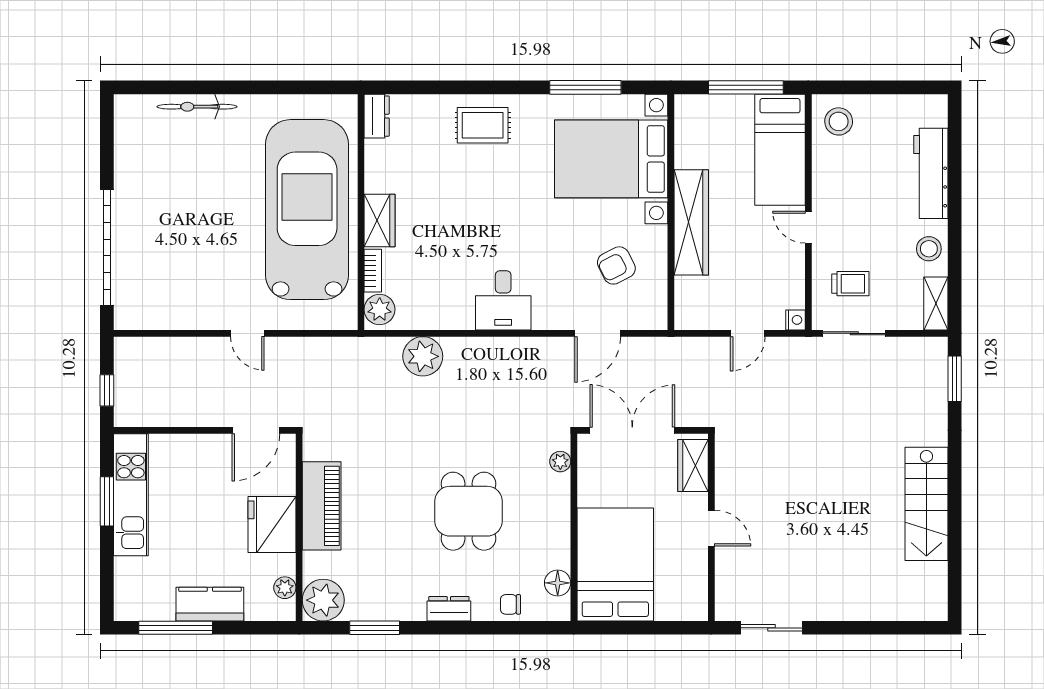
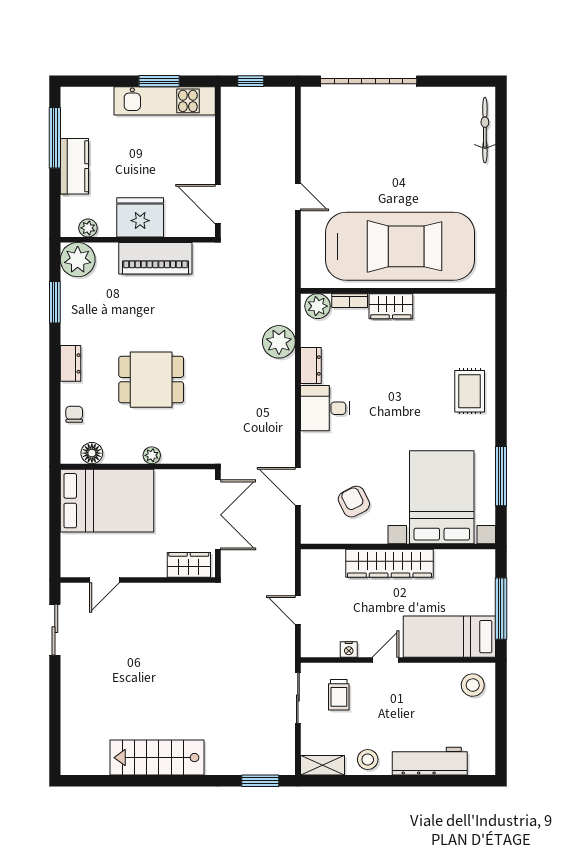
bicycle: (197, 107) -> (485, 130), moved
dresser: (377, 116) -> (311, 365), moved, turned -90
nightstand: (795, 320) -> (349, 649), moved
door: (247, 333) -> (298, 197), swing flipped
plant: (560, 462) -> (152, 455), moved
door: (711, 528) -> (105, 580), moved

